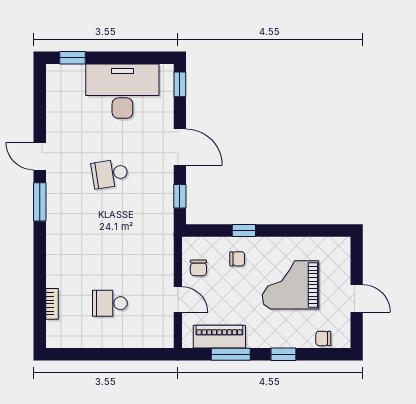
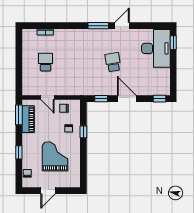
desk: (122, 91) -> (156, 48), moved
door: (180, 147) -> (127, 99), swing flipped
door: (178, 299) -> (48, 98), hinge flipped
window: (231, 354) -> (19, 115), moved

